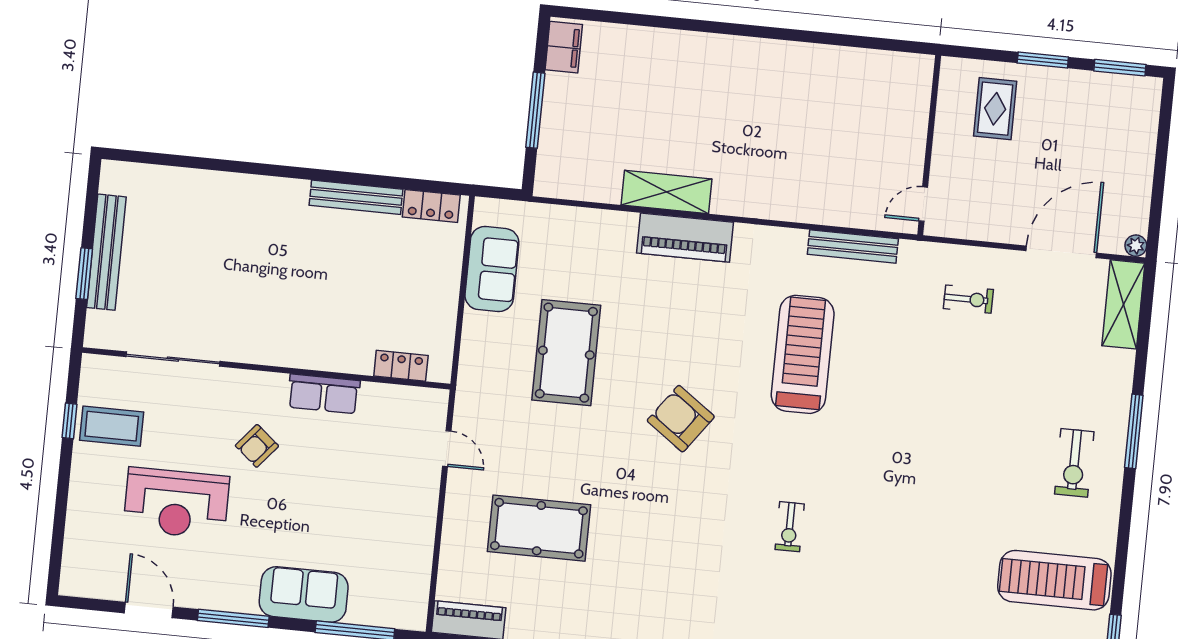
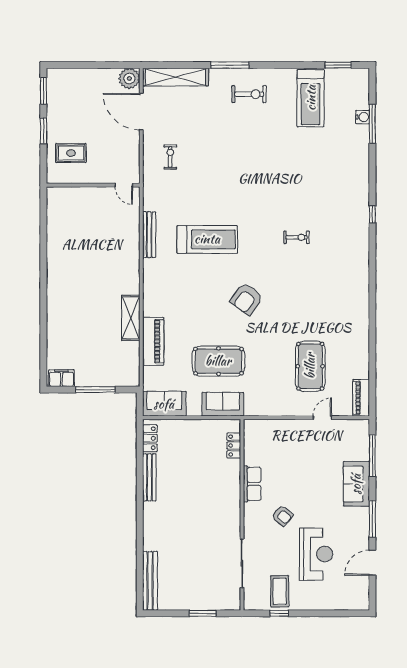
piano: (685, 238) -> (153, 341), moved
bench: (853, 246) -> (149, 235), moved
plant: (1136, 246) -> (129, 78), width x1.87, depth x1.87
bench: (106, 252) -> (150, 581), moved, turned 90
sofa: (492, 269) -> (164, 404), moved
shelving: (1123, 304) -> (176, 77), width x1.47
sofa: (483, 353) -> (223, 404), added
treadmill: (803, 354) -> (207, 239), turned 180
door: (447, 449) -> (322, 418), moved

